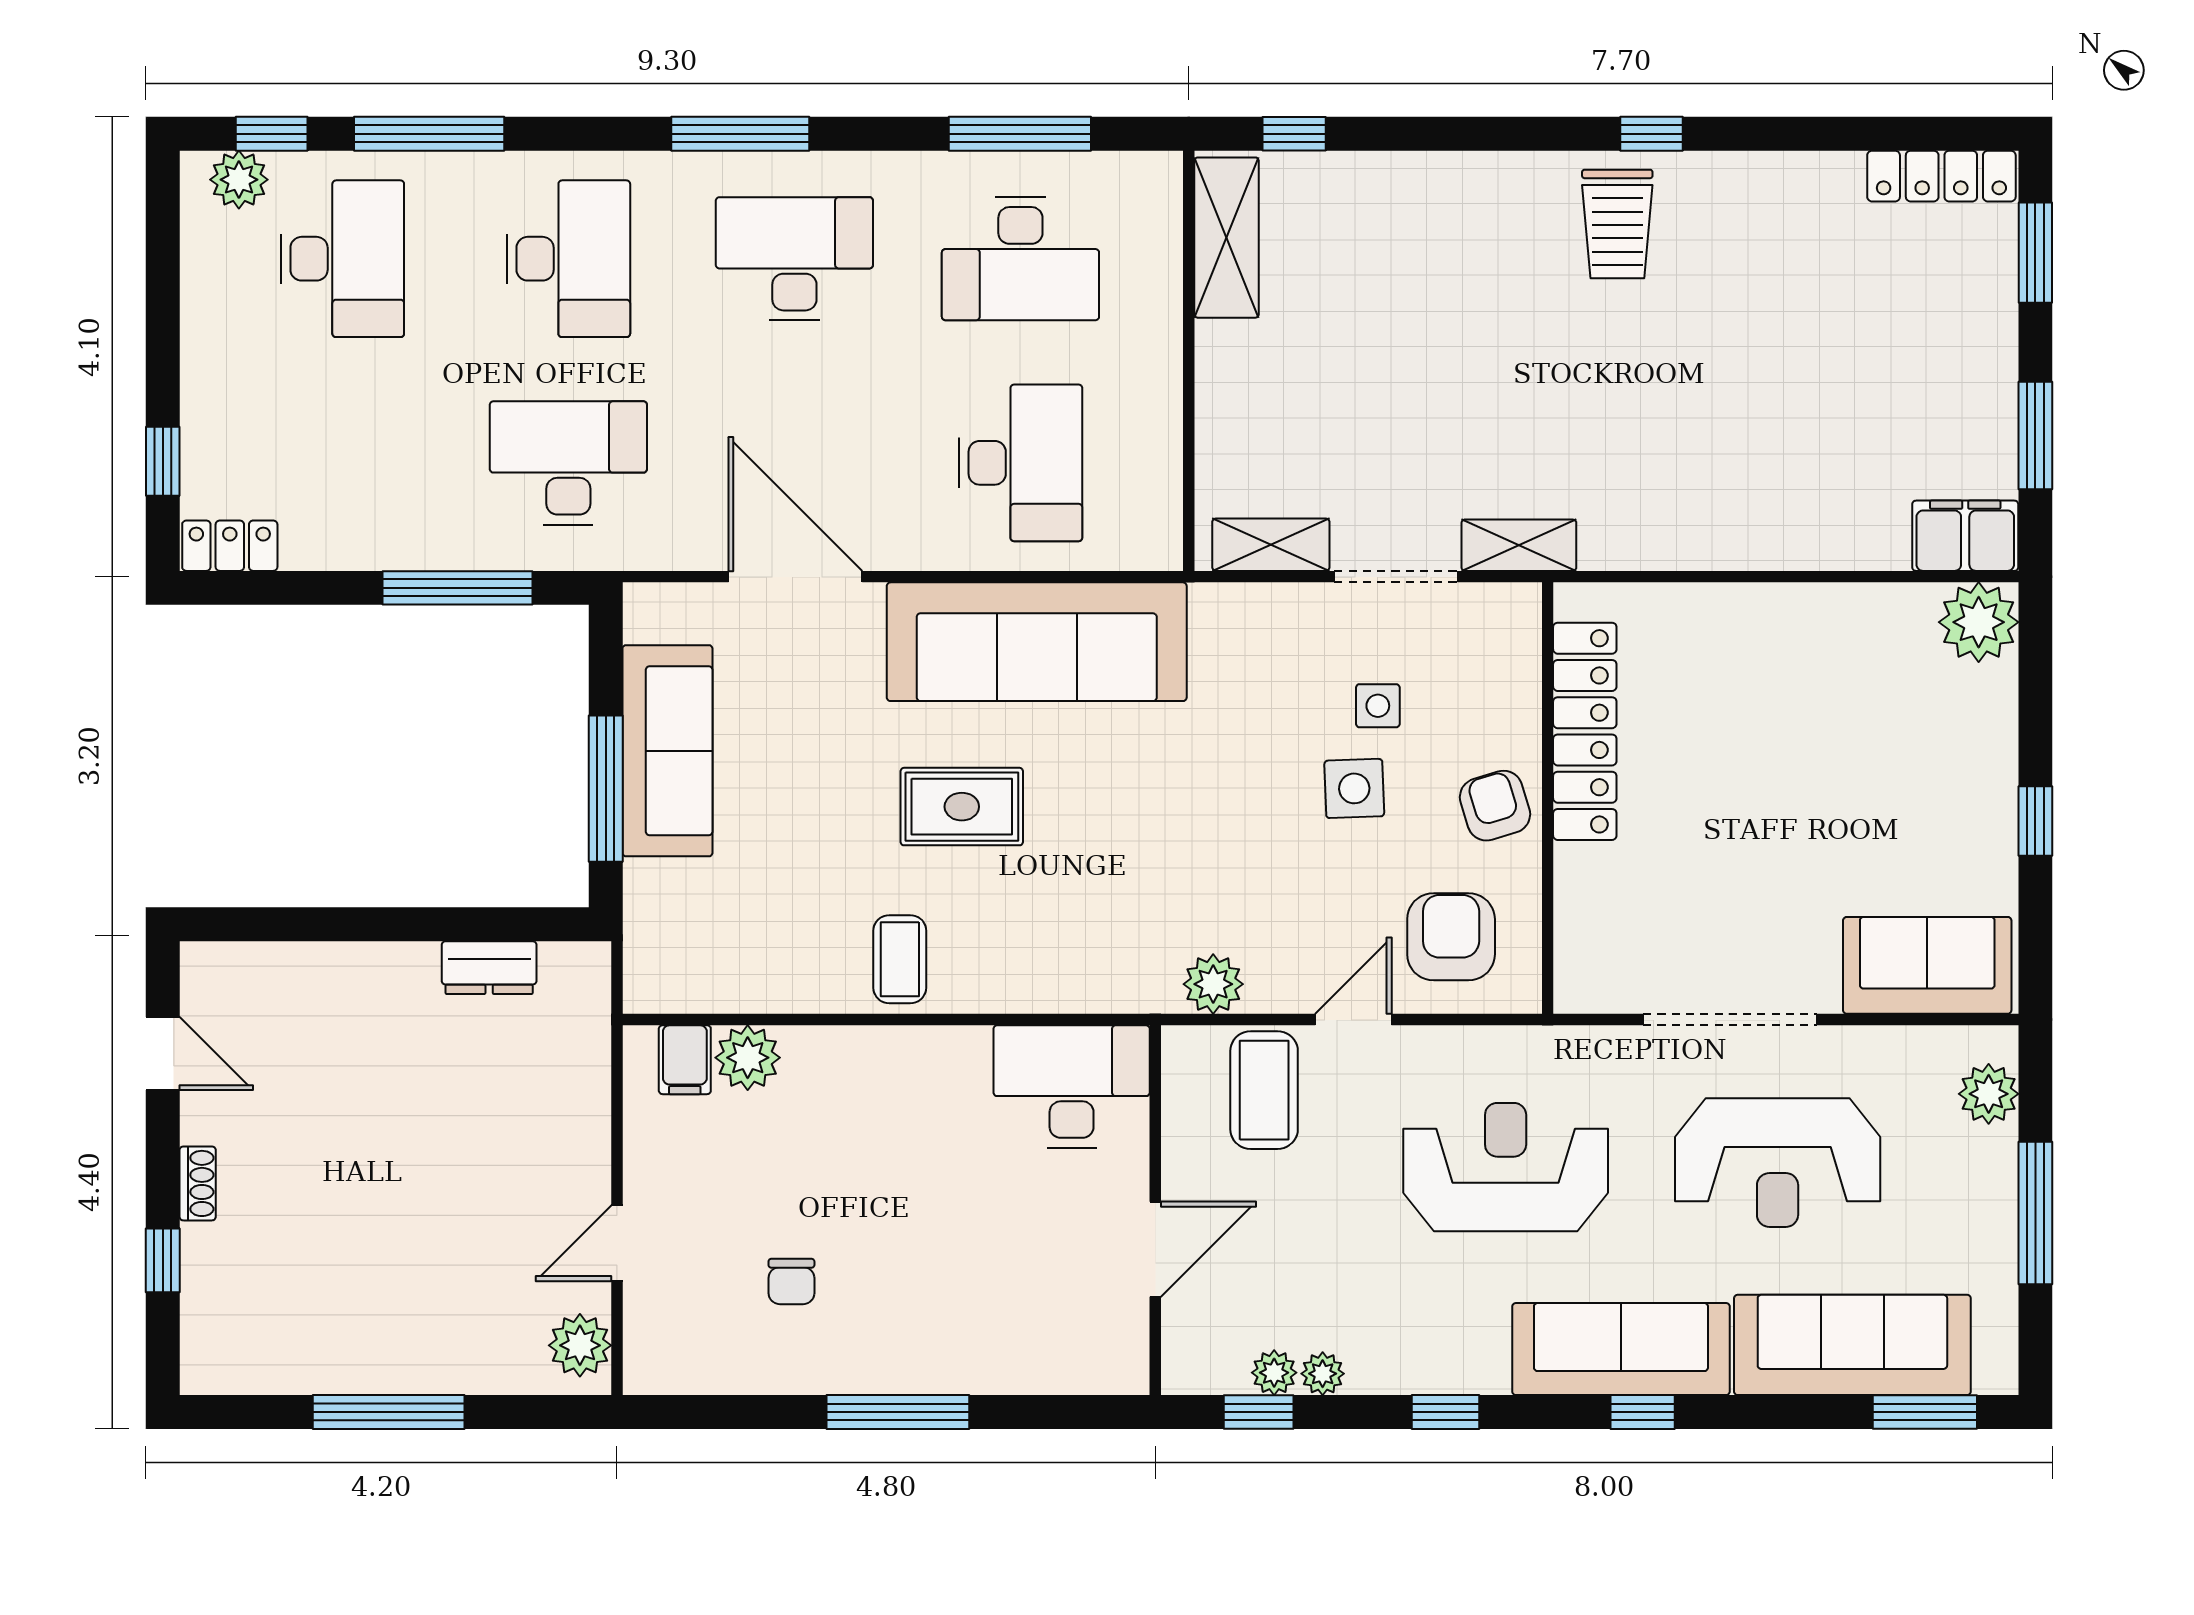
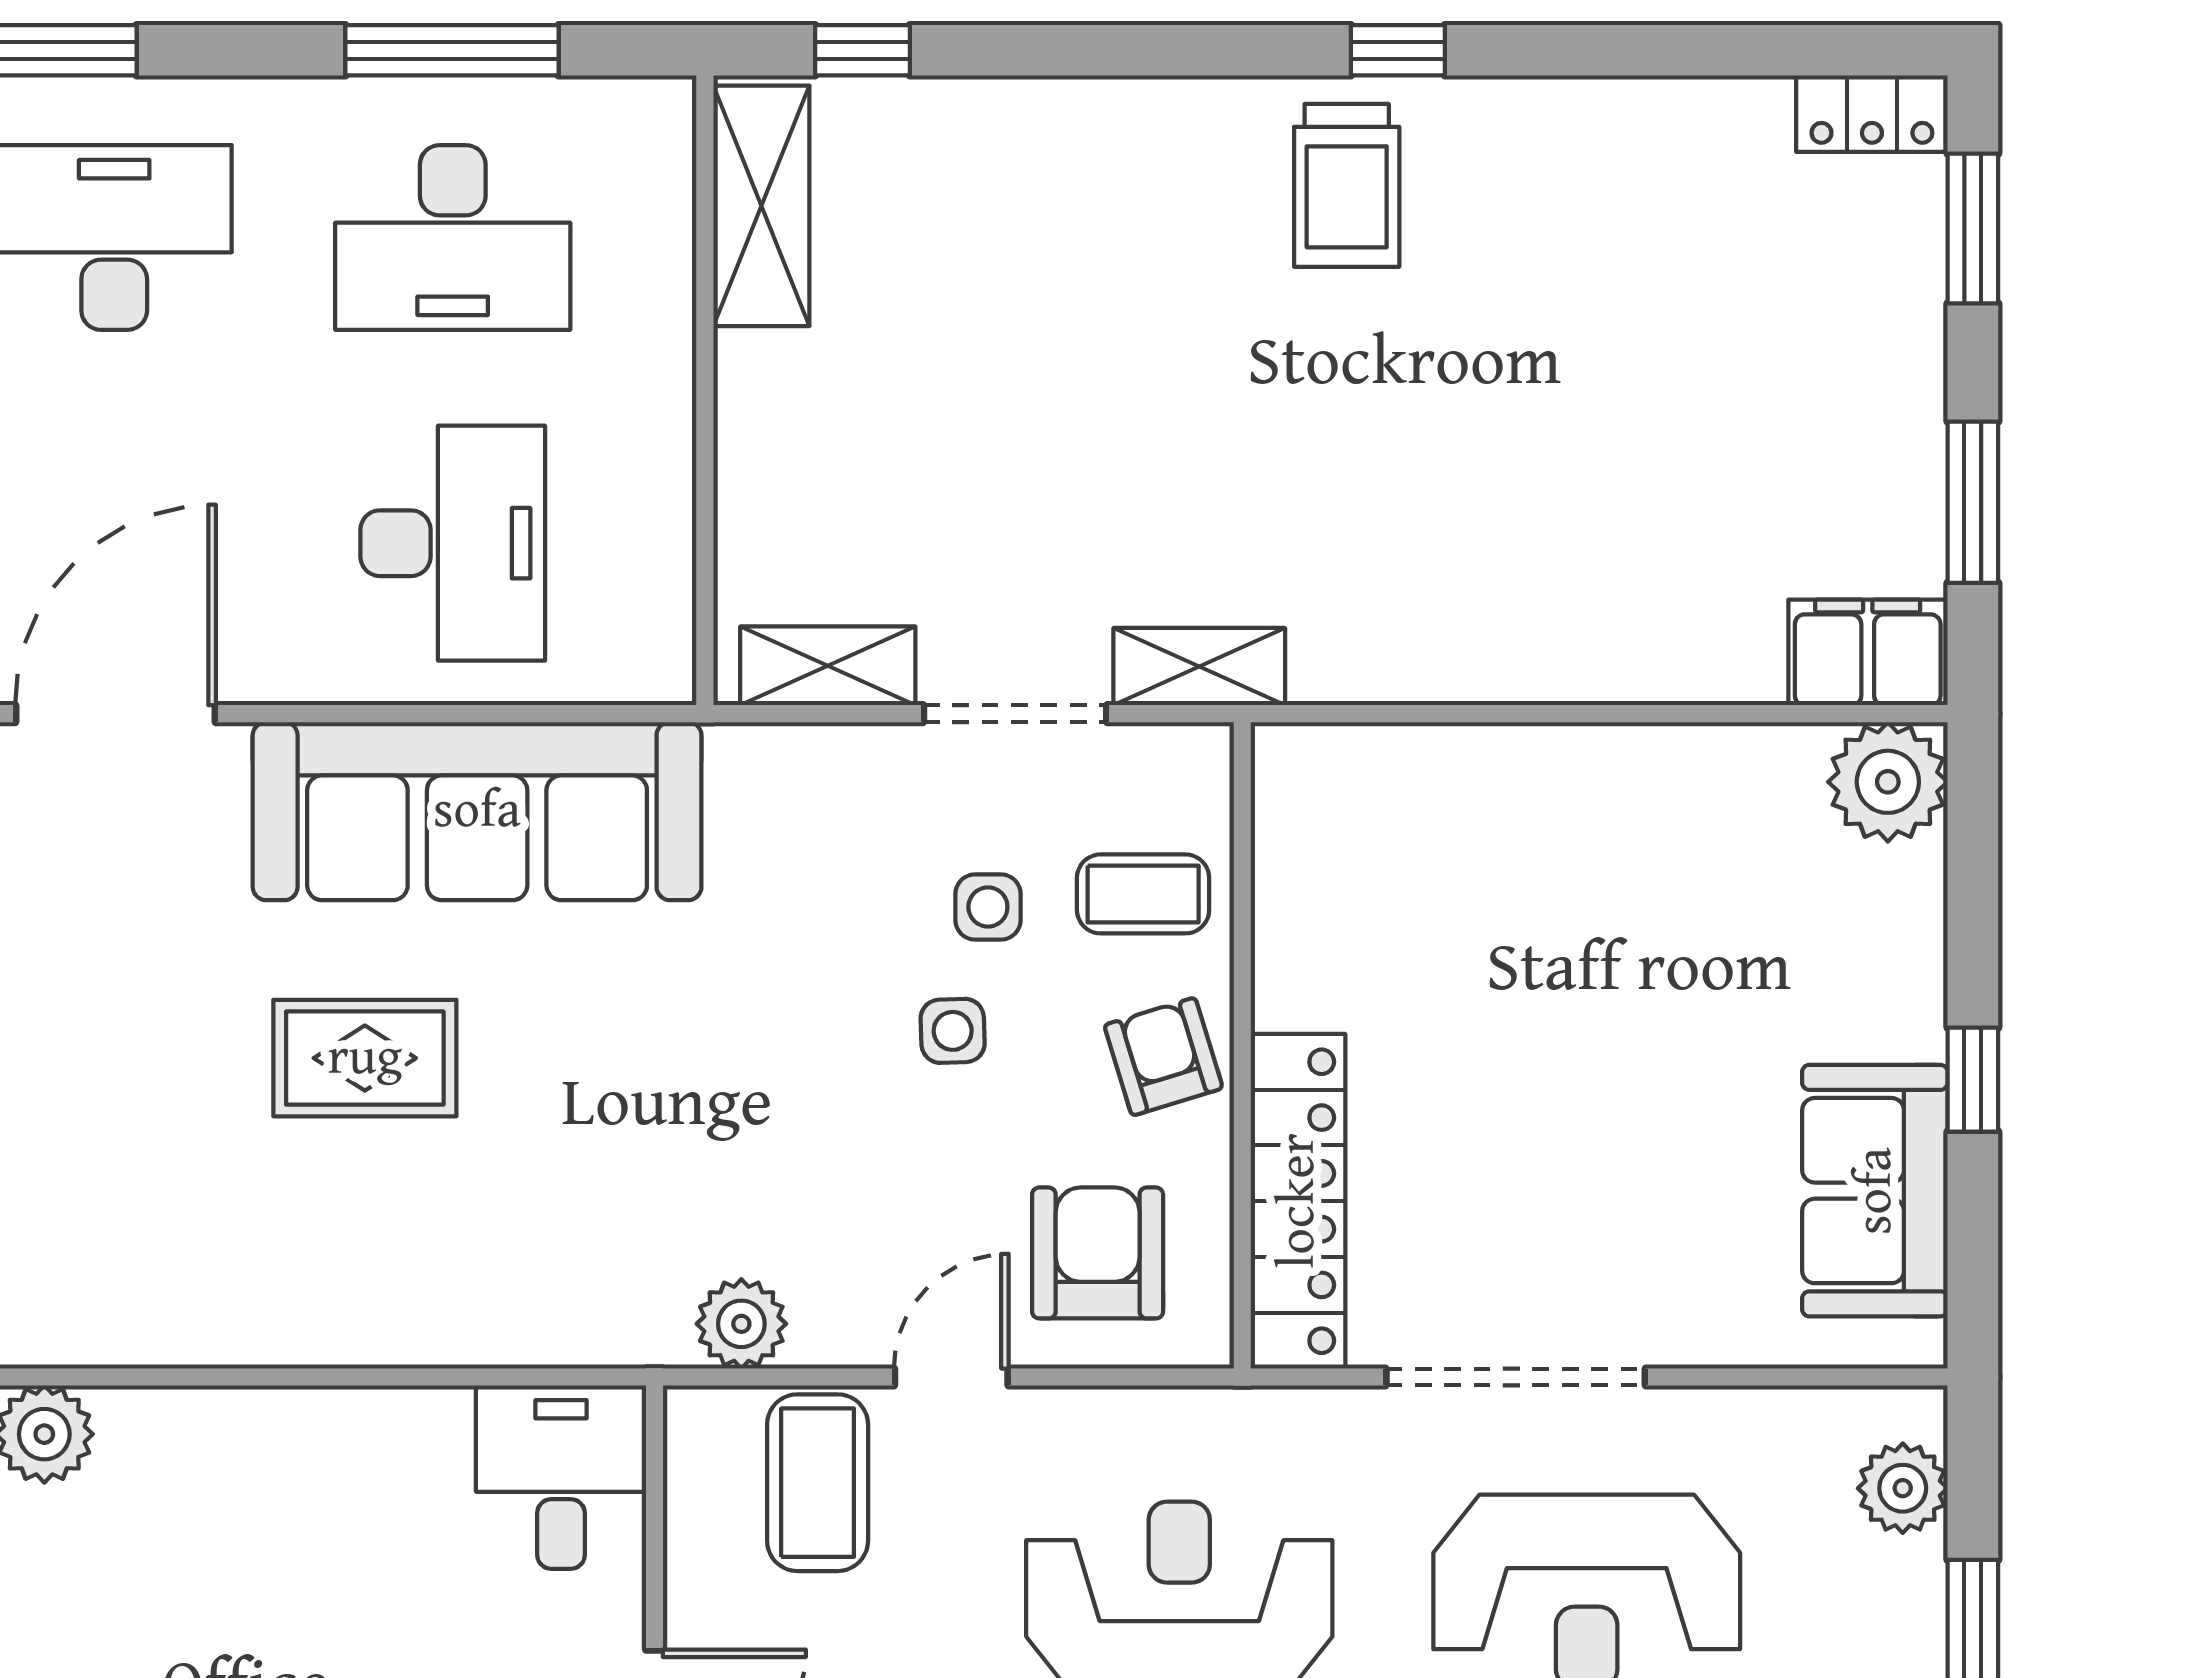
locker: (1941, 176) -> (1872, 114), width x0.66
door: (795, 577) -> (115, 714), hinge flipped
locker: (1585, 731) -> (1298, 1201), moved
side table: (1354, 788) -> (953, 1031), width x0.73, depth x0.73
coffee table: (900, 959) -> (1143, 894), moved, turned 90
sofa: (1927, 965) -> (1875, 1191), moved, turned -90
desk: (1072, 1086) -> (561, 1477), width x0.73

